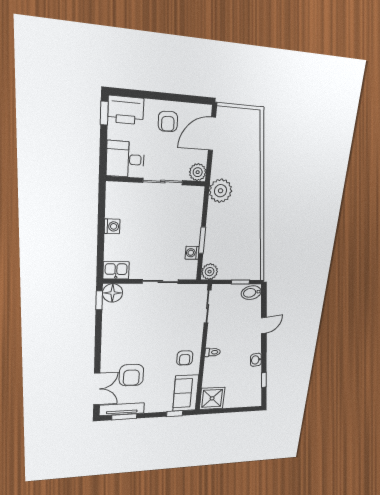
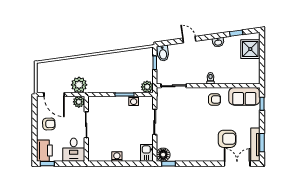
plant: (221, 191) -> (79, 85), moved
shower: (212, 398) -> (250, 49), moved

